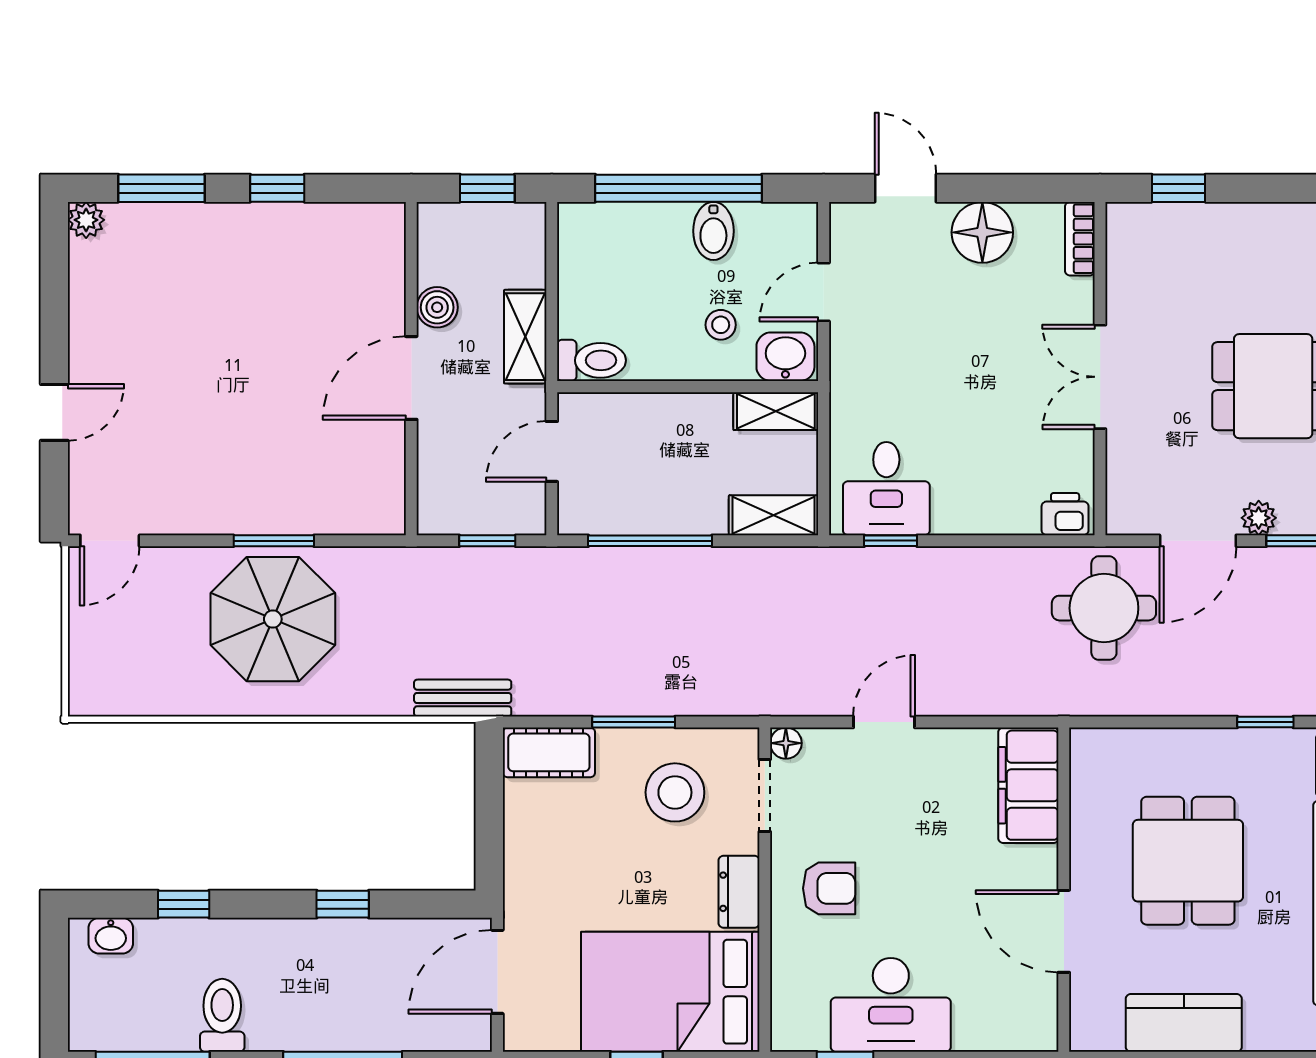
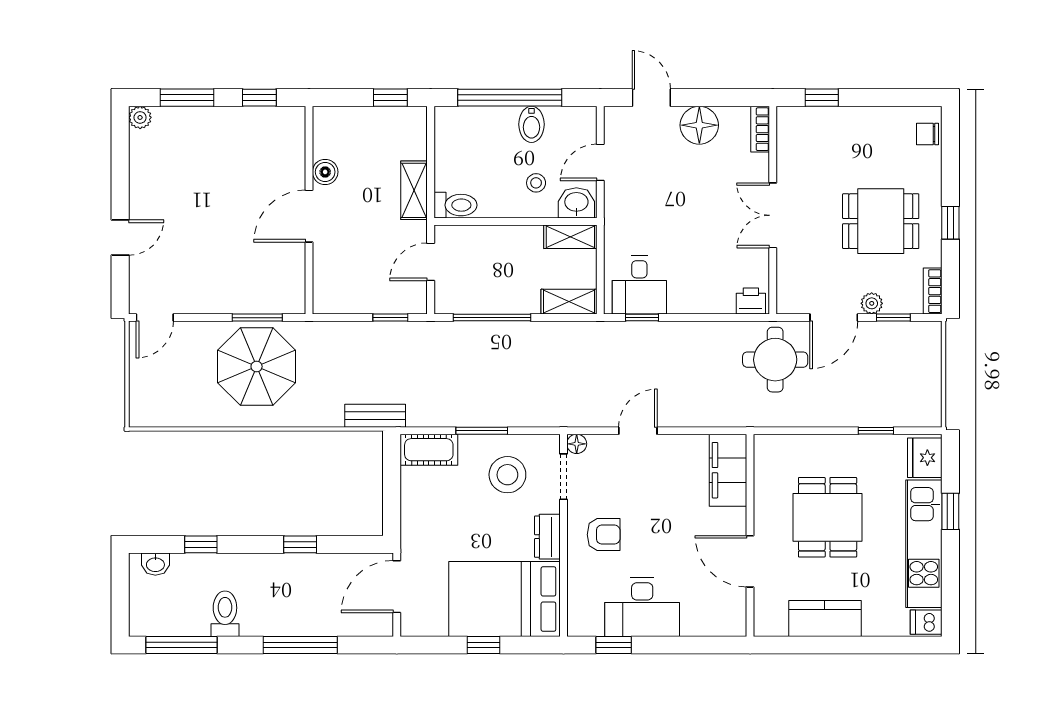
boiler: (437, 307) -> (325, 172), moved
wall: (411, 369) -> (309, 210), moved
door: (411, 378) -> (309, 216), moved

